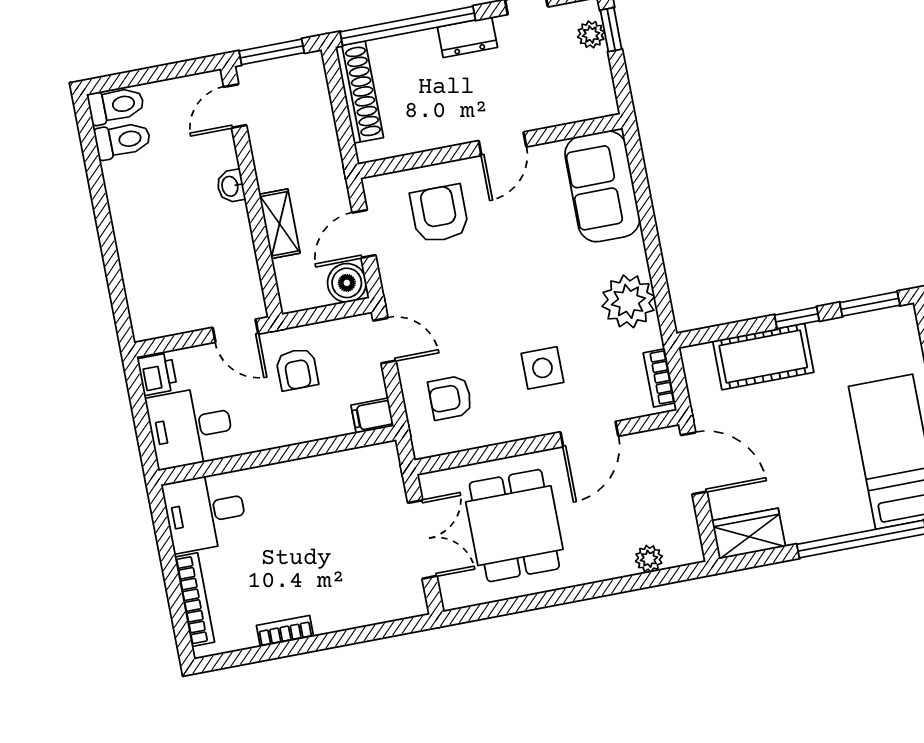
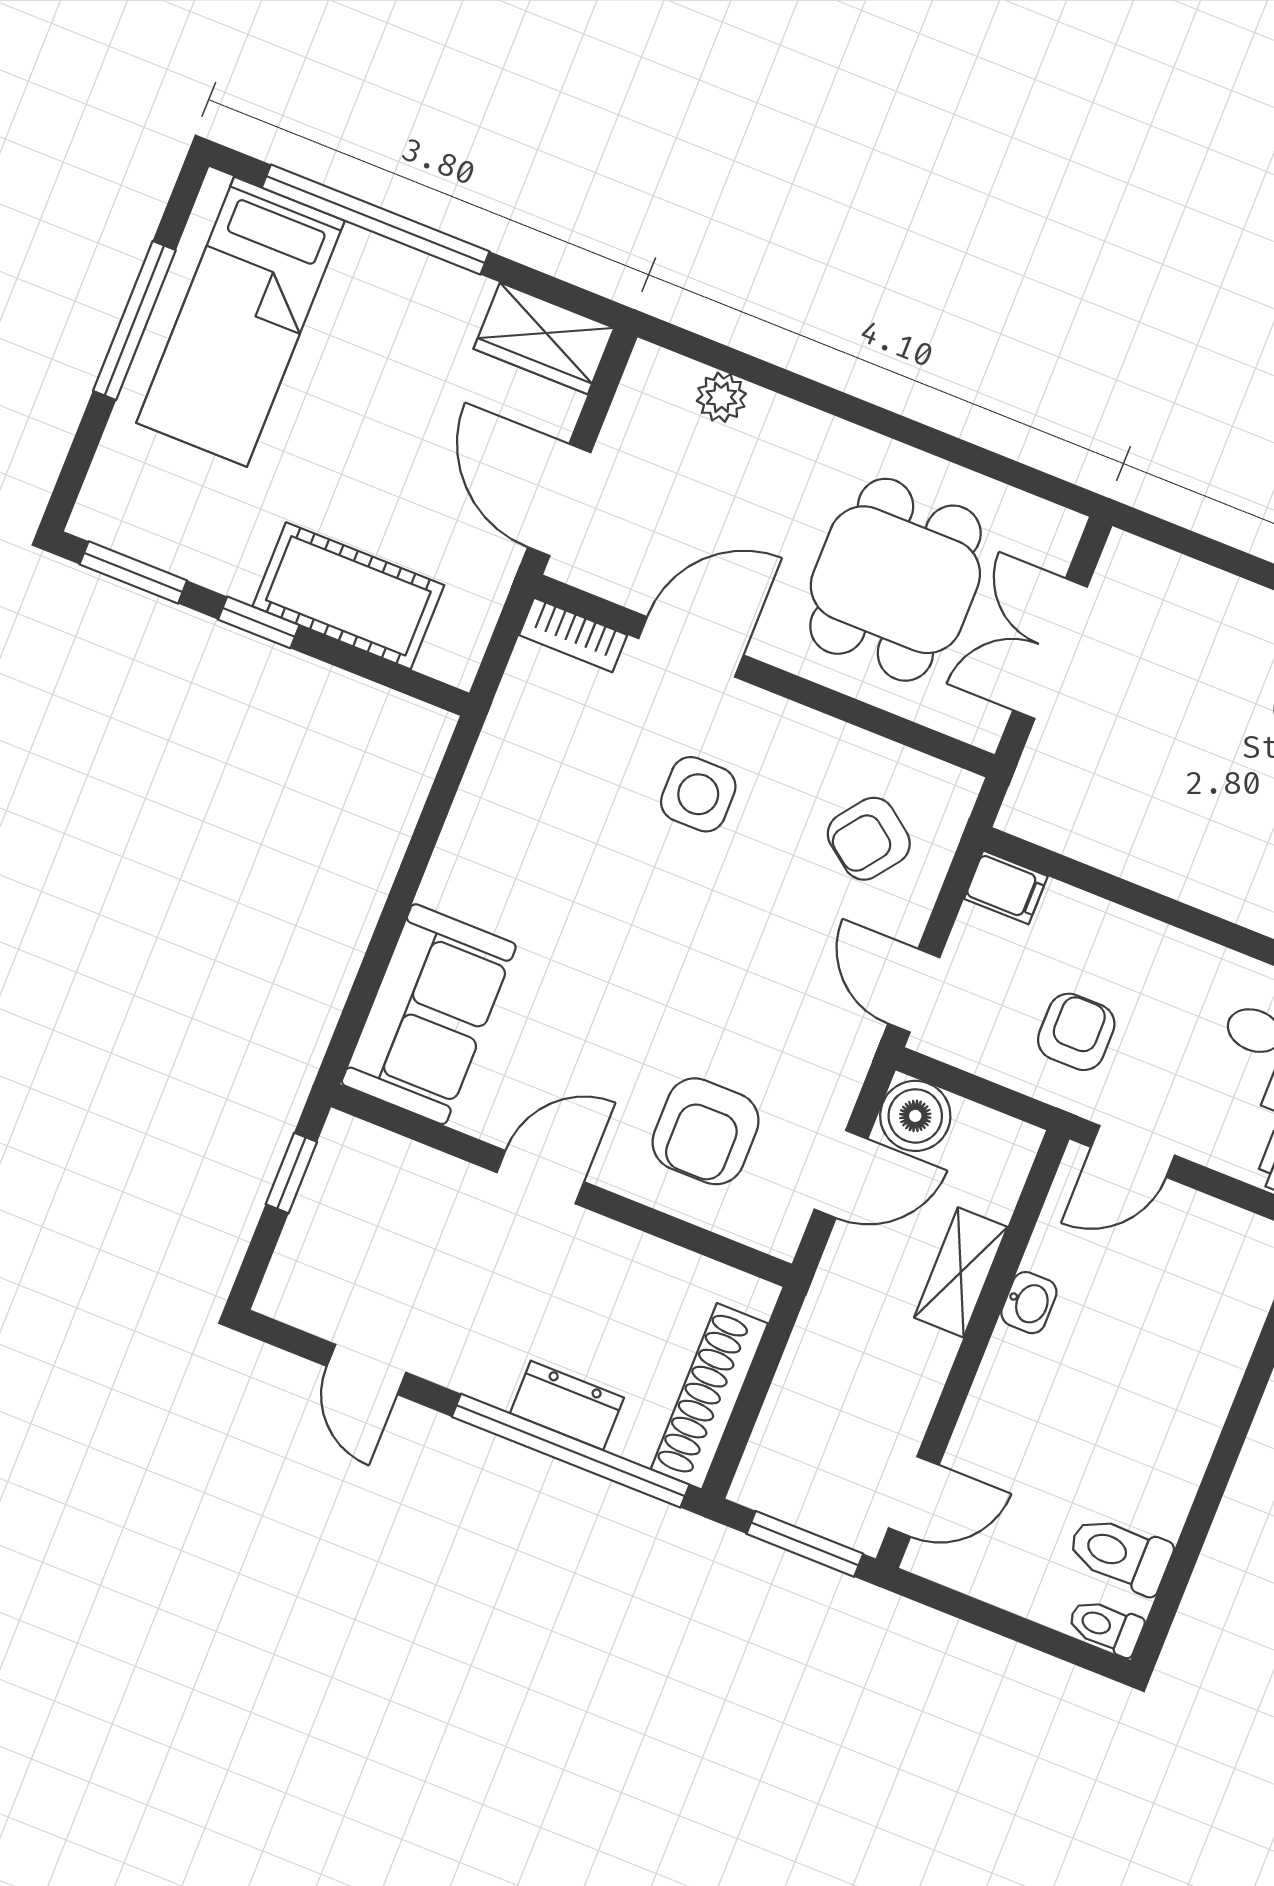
window: (611, 30) -> (291, 1173), moved
plant: (591, 34) -> (298, 1258), removed
dresser: (467, 37) -> (567, 1405), moved
toilet: (116, 105) -> (1105, 1627), width x0.73, depth x0.72
washbasin: (231, 186) -> (1029, 1303), moved
plant: (628, 301) -> (501, 812), removed
door: (235, 331) -> (1133, 1151), swing flipped
bookcase: (659, 378) -> (573, 635), moved, turned 90
armchair: (450, 398) -> (869, 839), turned 127

